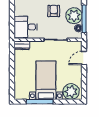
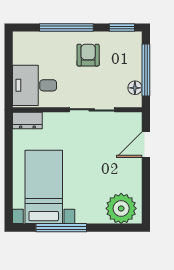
plant: (74, 16) -> (127, 64), removed
bed with nightstands: (46, 80) -> (44, 187), moved

